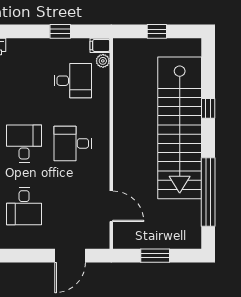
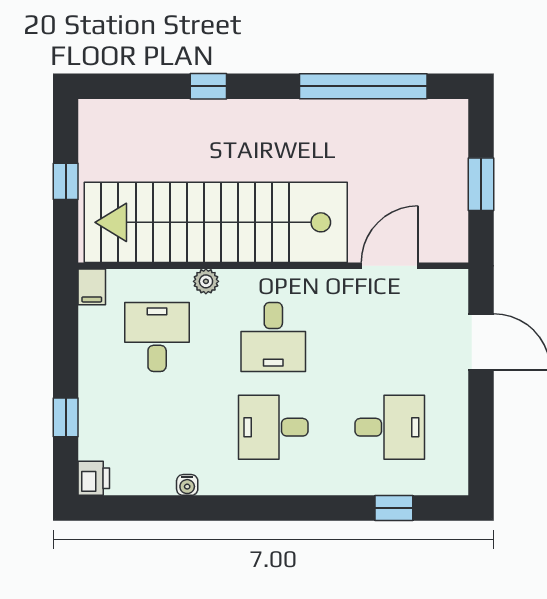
window: (60, 31) -> (66, 417), moved
plant: (103, 61) -> (206, 281), moved
stairs: (180, 128) -> (216, 222), moved, turned 180

